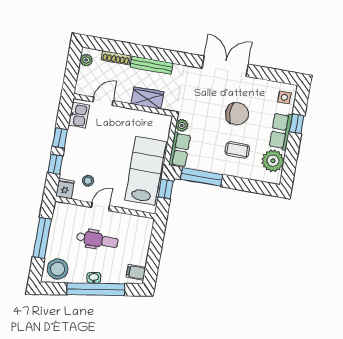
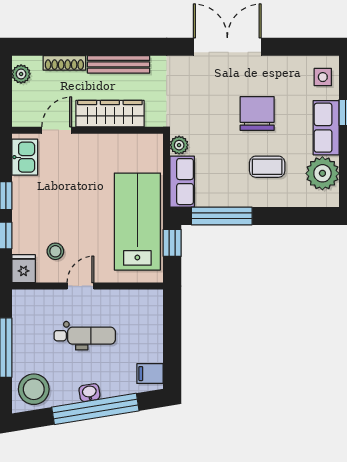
wardrobe: (147, 98) -> (110, 114), width x1.50
chair: (237, 114) -> (257, 114), turned -90

